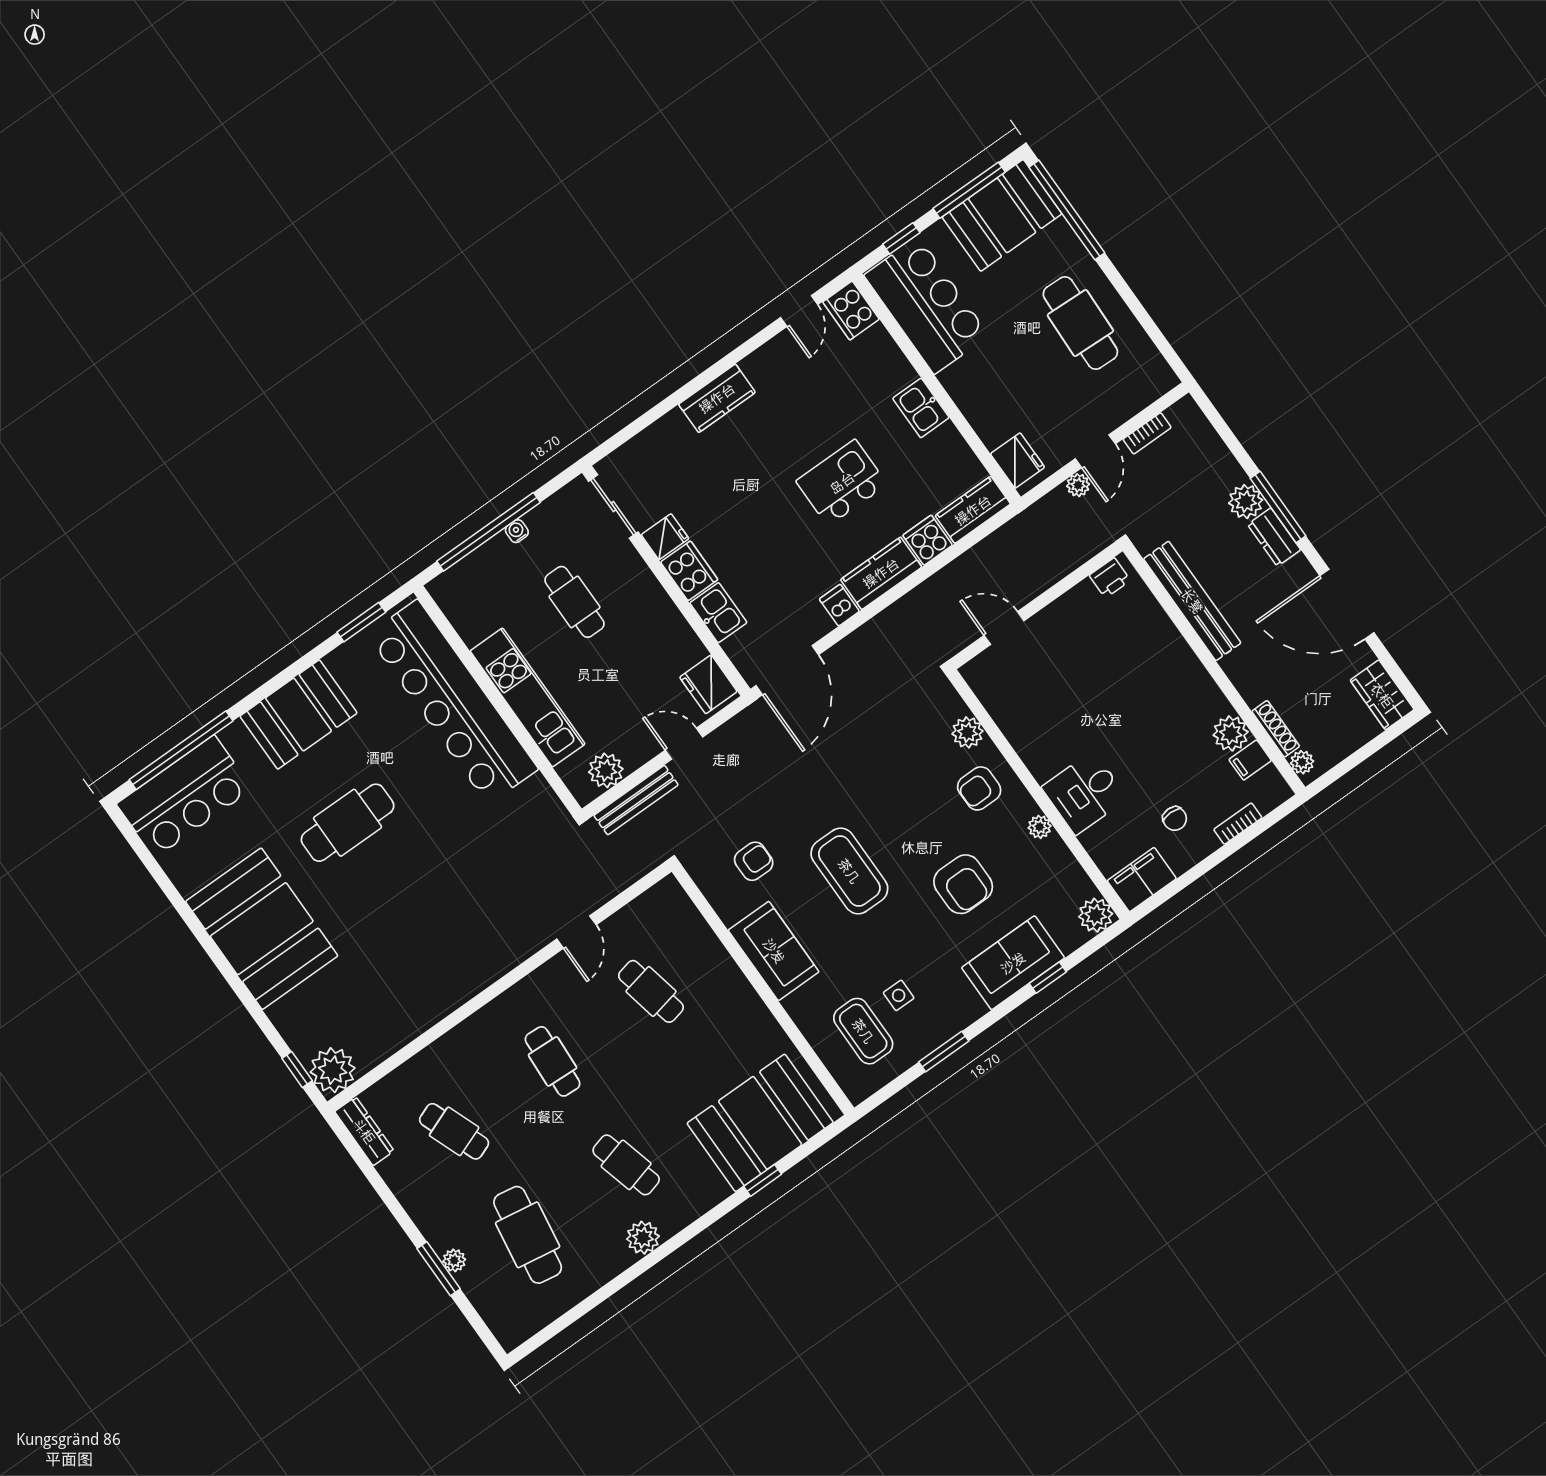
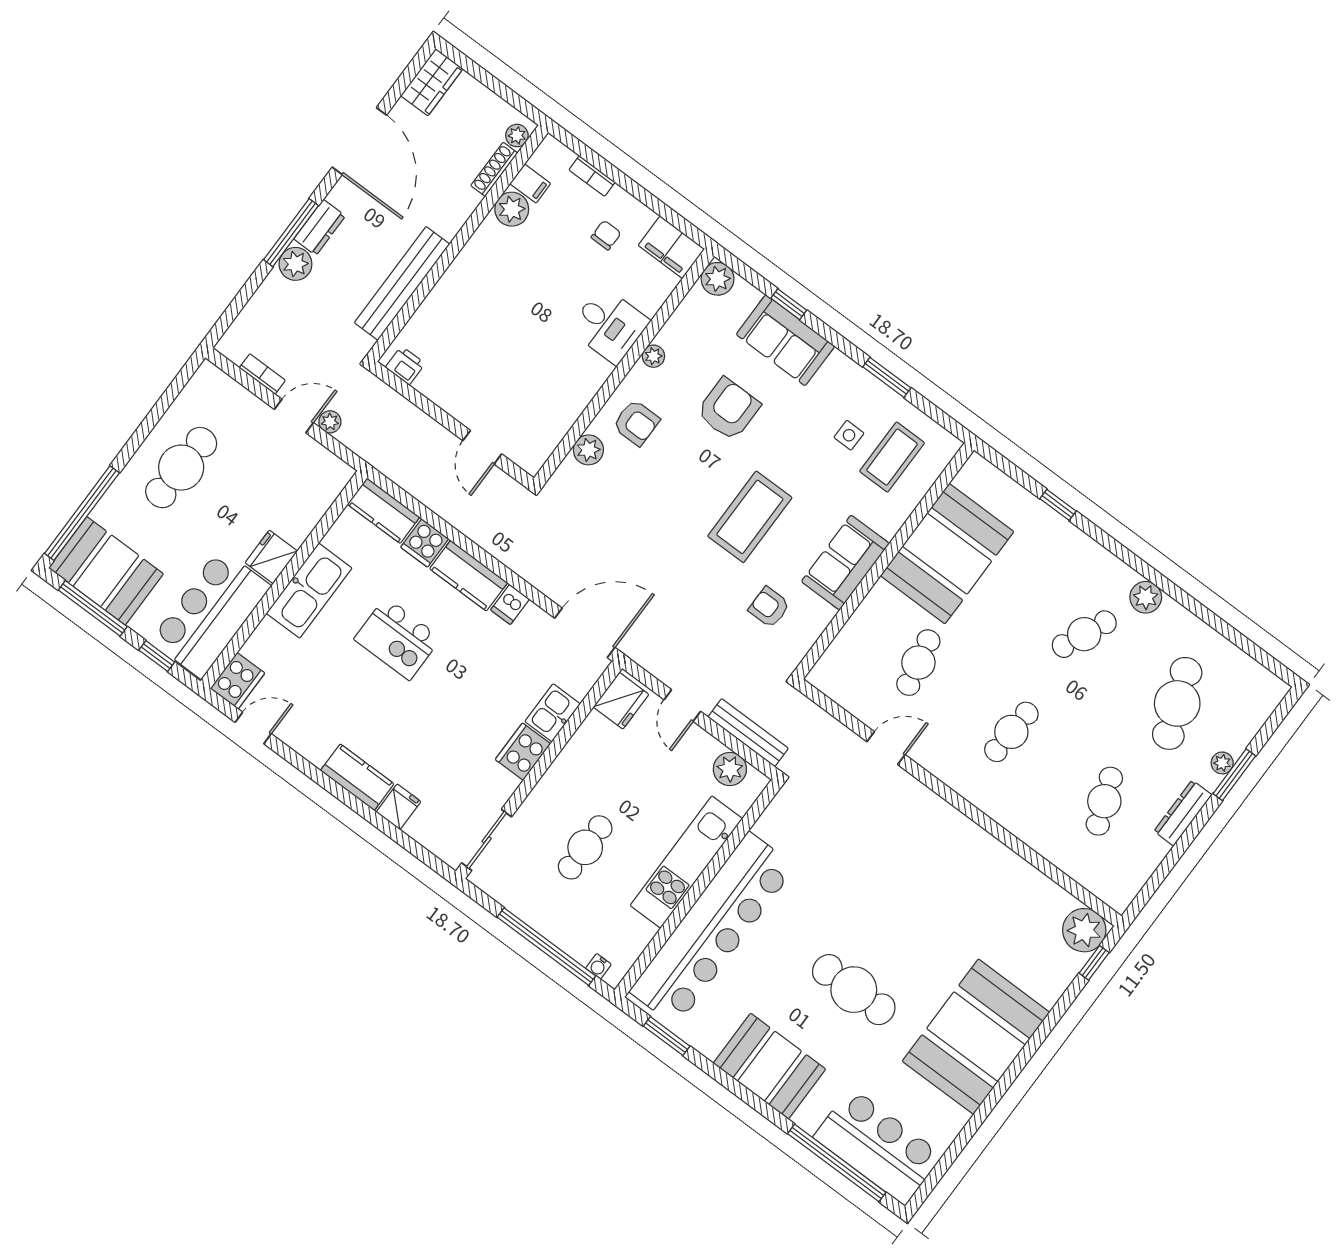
kitchen sink: (921, 408) -> (309, 591), width x1.88, depth x1.24
fridge: (1018, 461) -> (271, 557), moved
water cooler: (517, 531) -> (598, 966), moved
fridge: (665, 537) -> (398, 807), moved, turned 90
booth: (760, 1123) -> (947, 554), moved, turned 90
dresser: (364, 1131) -> (1183, 813), moved
cafe table: (626, 1165) -> (1084, 634), turned 39
cafe table: (528, 1235) -> (1177, 703), turned -30

